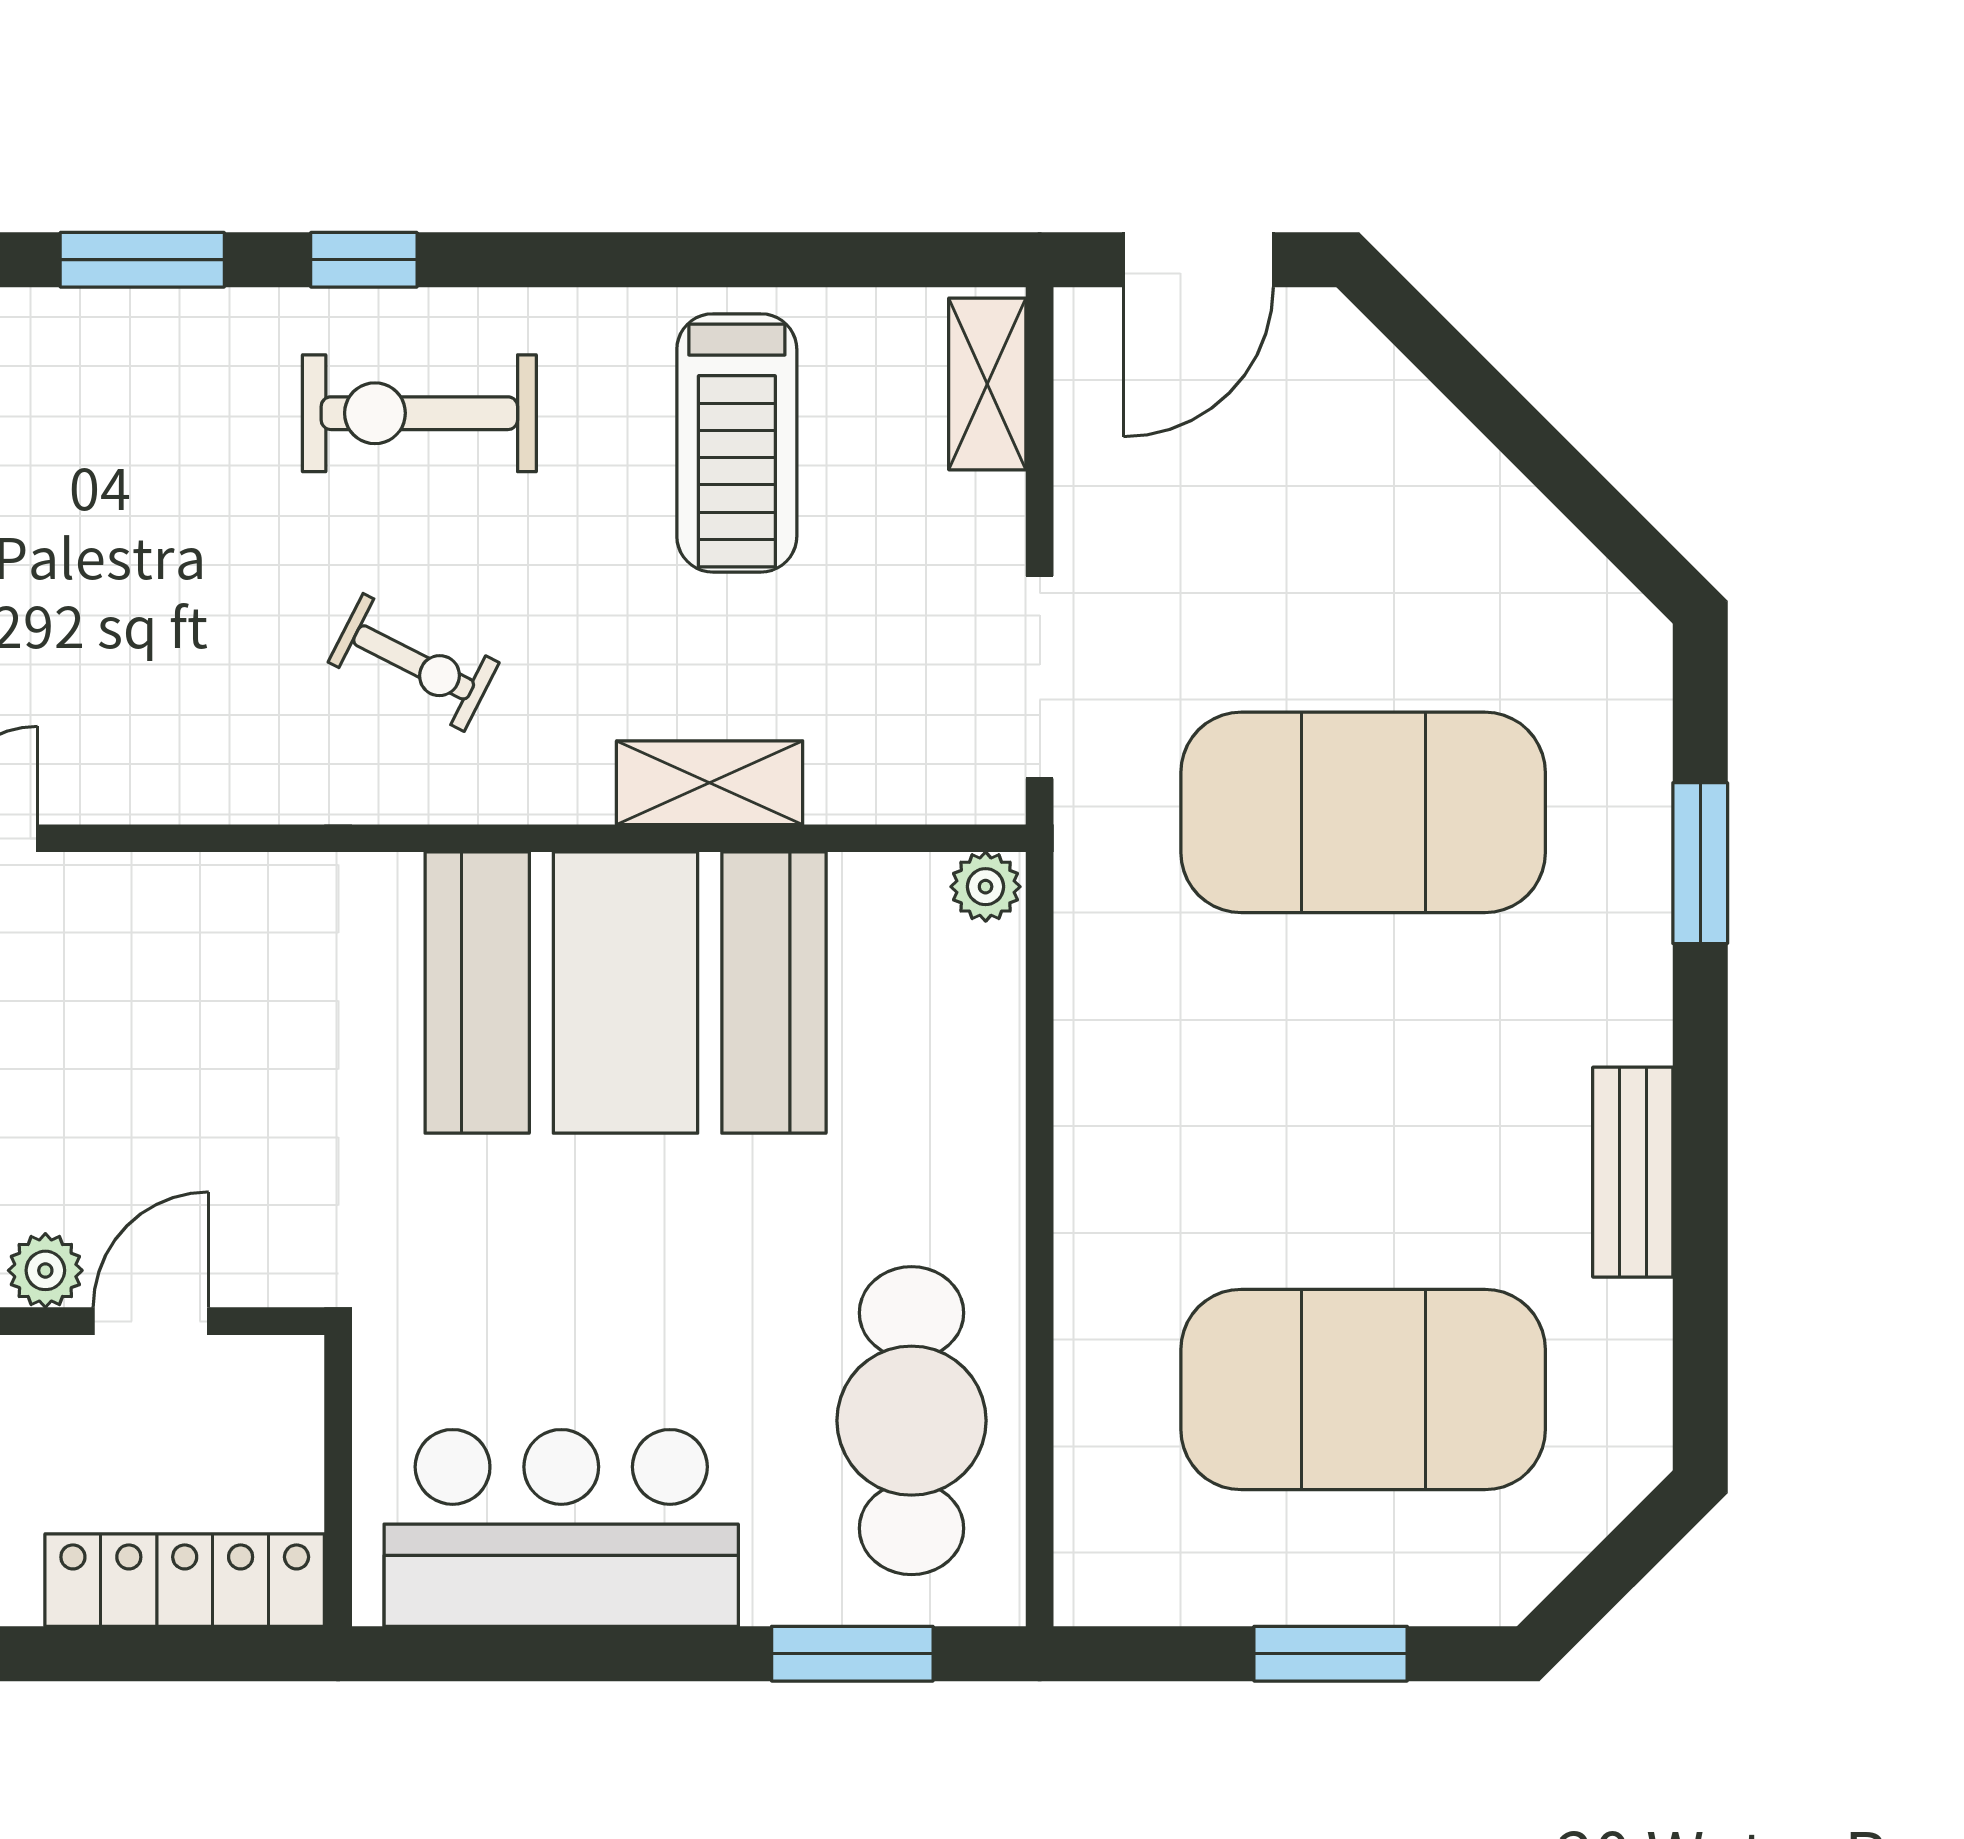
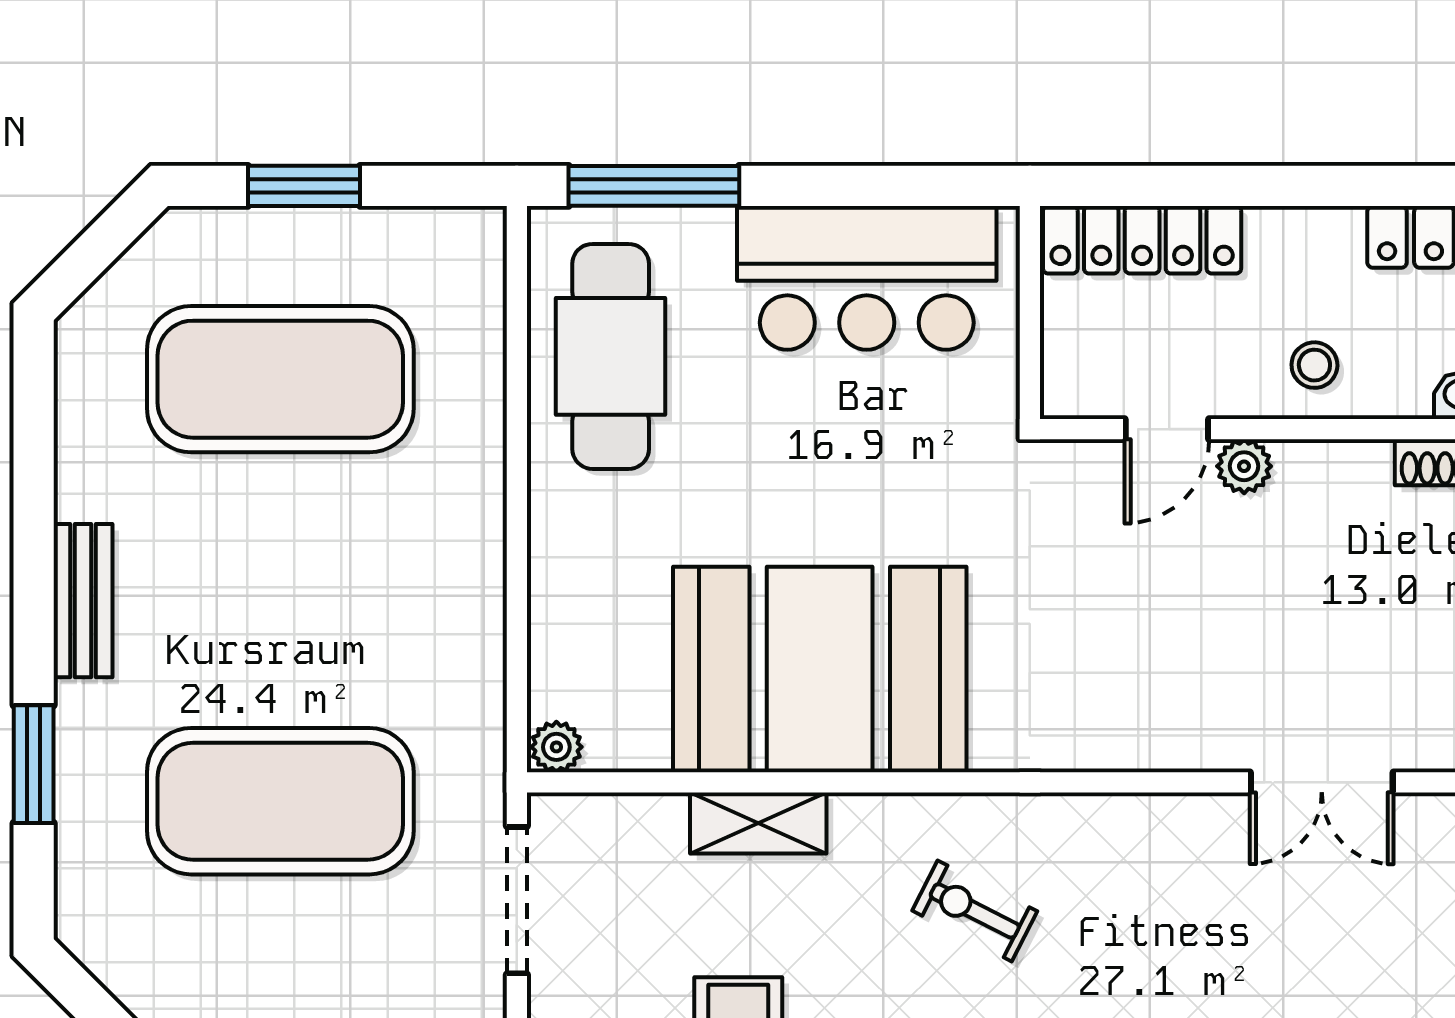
bench: (1633, 1172) -> (83, 601), moved
window: (852, 1654) -> (654, 186), width x1.44

